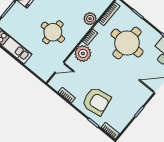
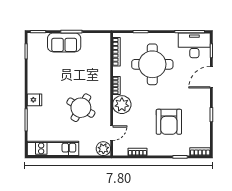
plant: (90, 19) -> (103, 149), moved
round table: (53, 32) -> (81, 108), turned 30
armchair: (96, 101) -> (169, 122), moved, turned 99

